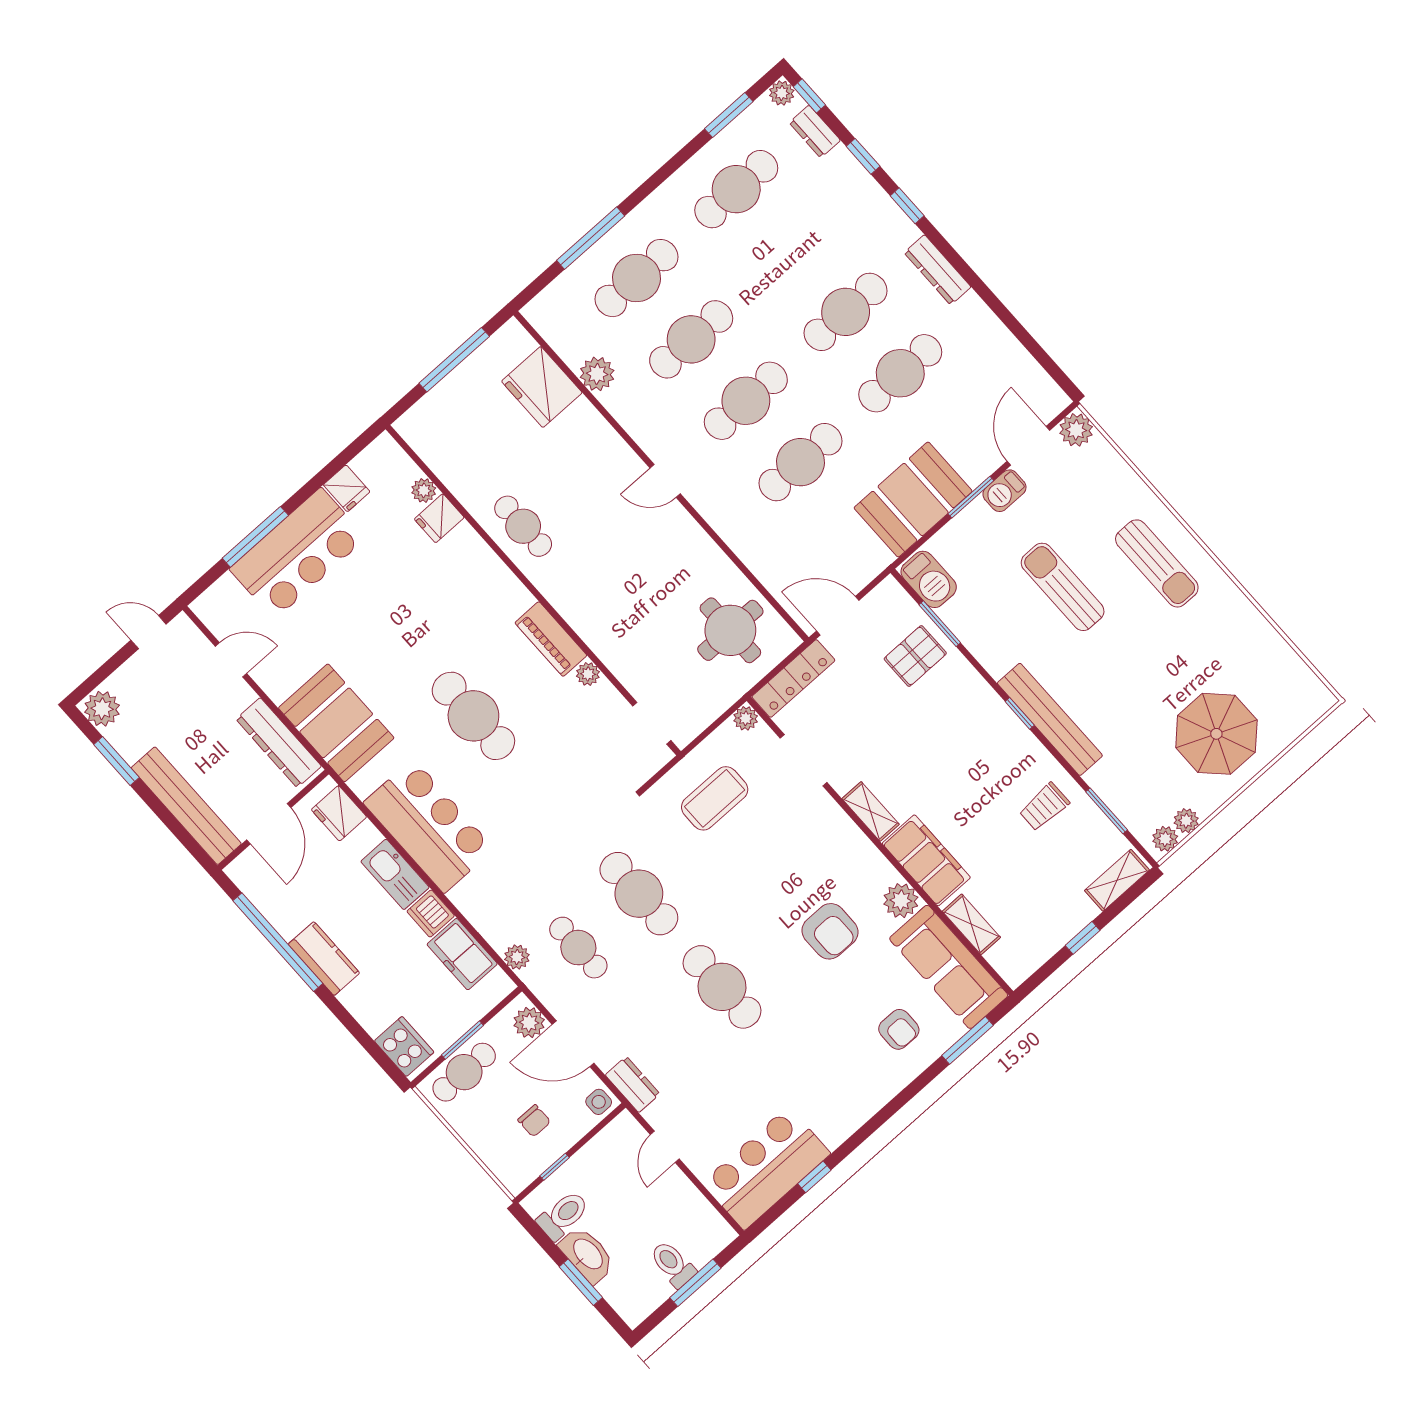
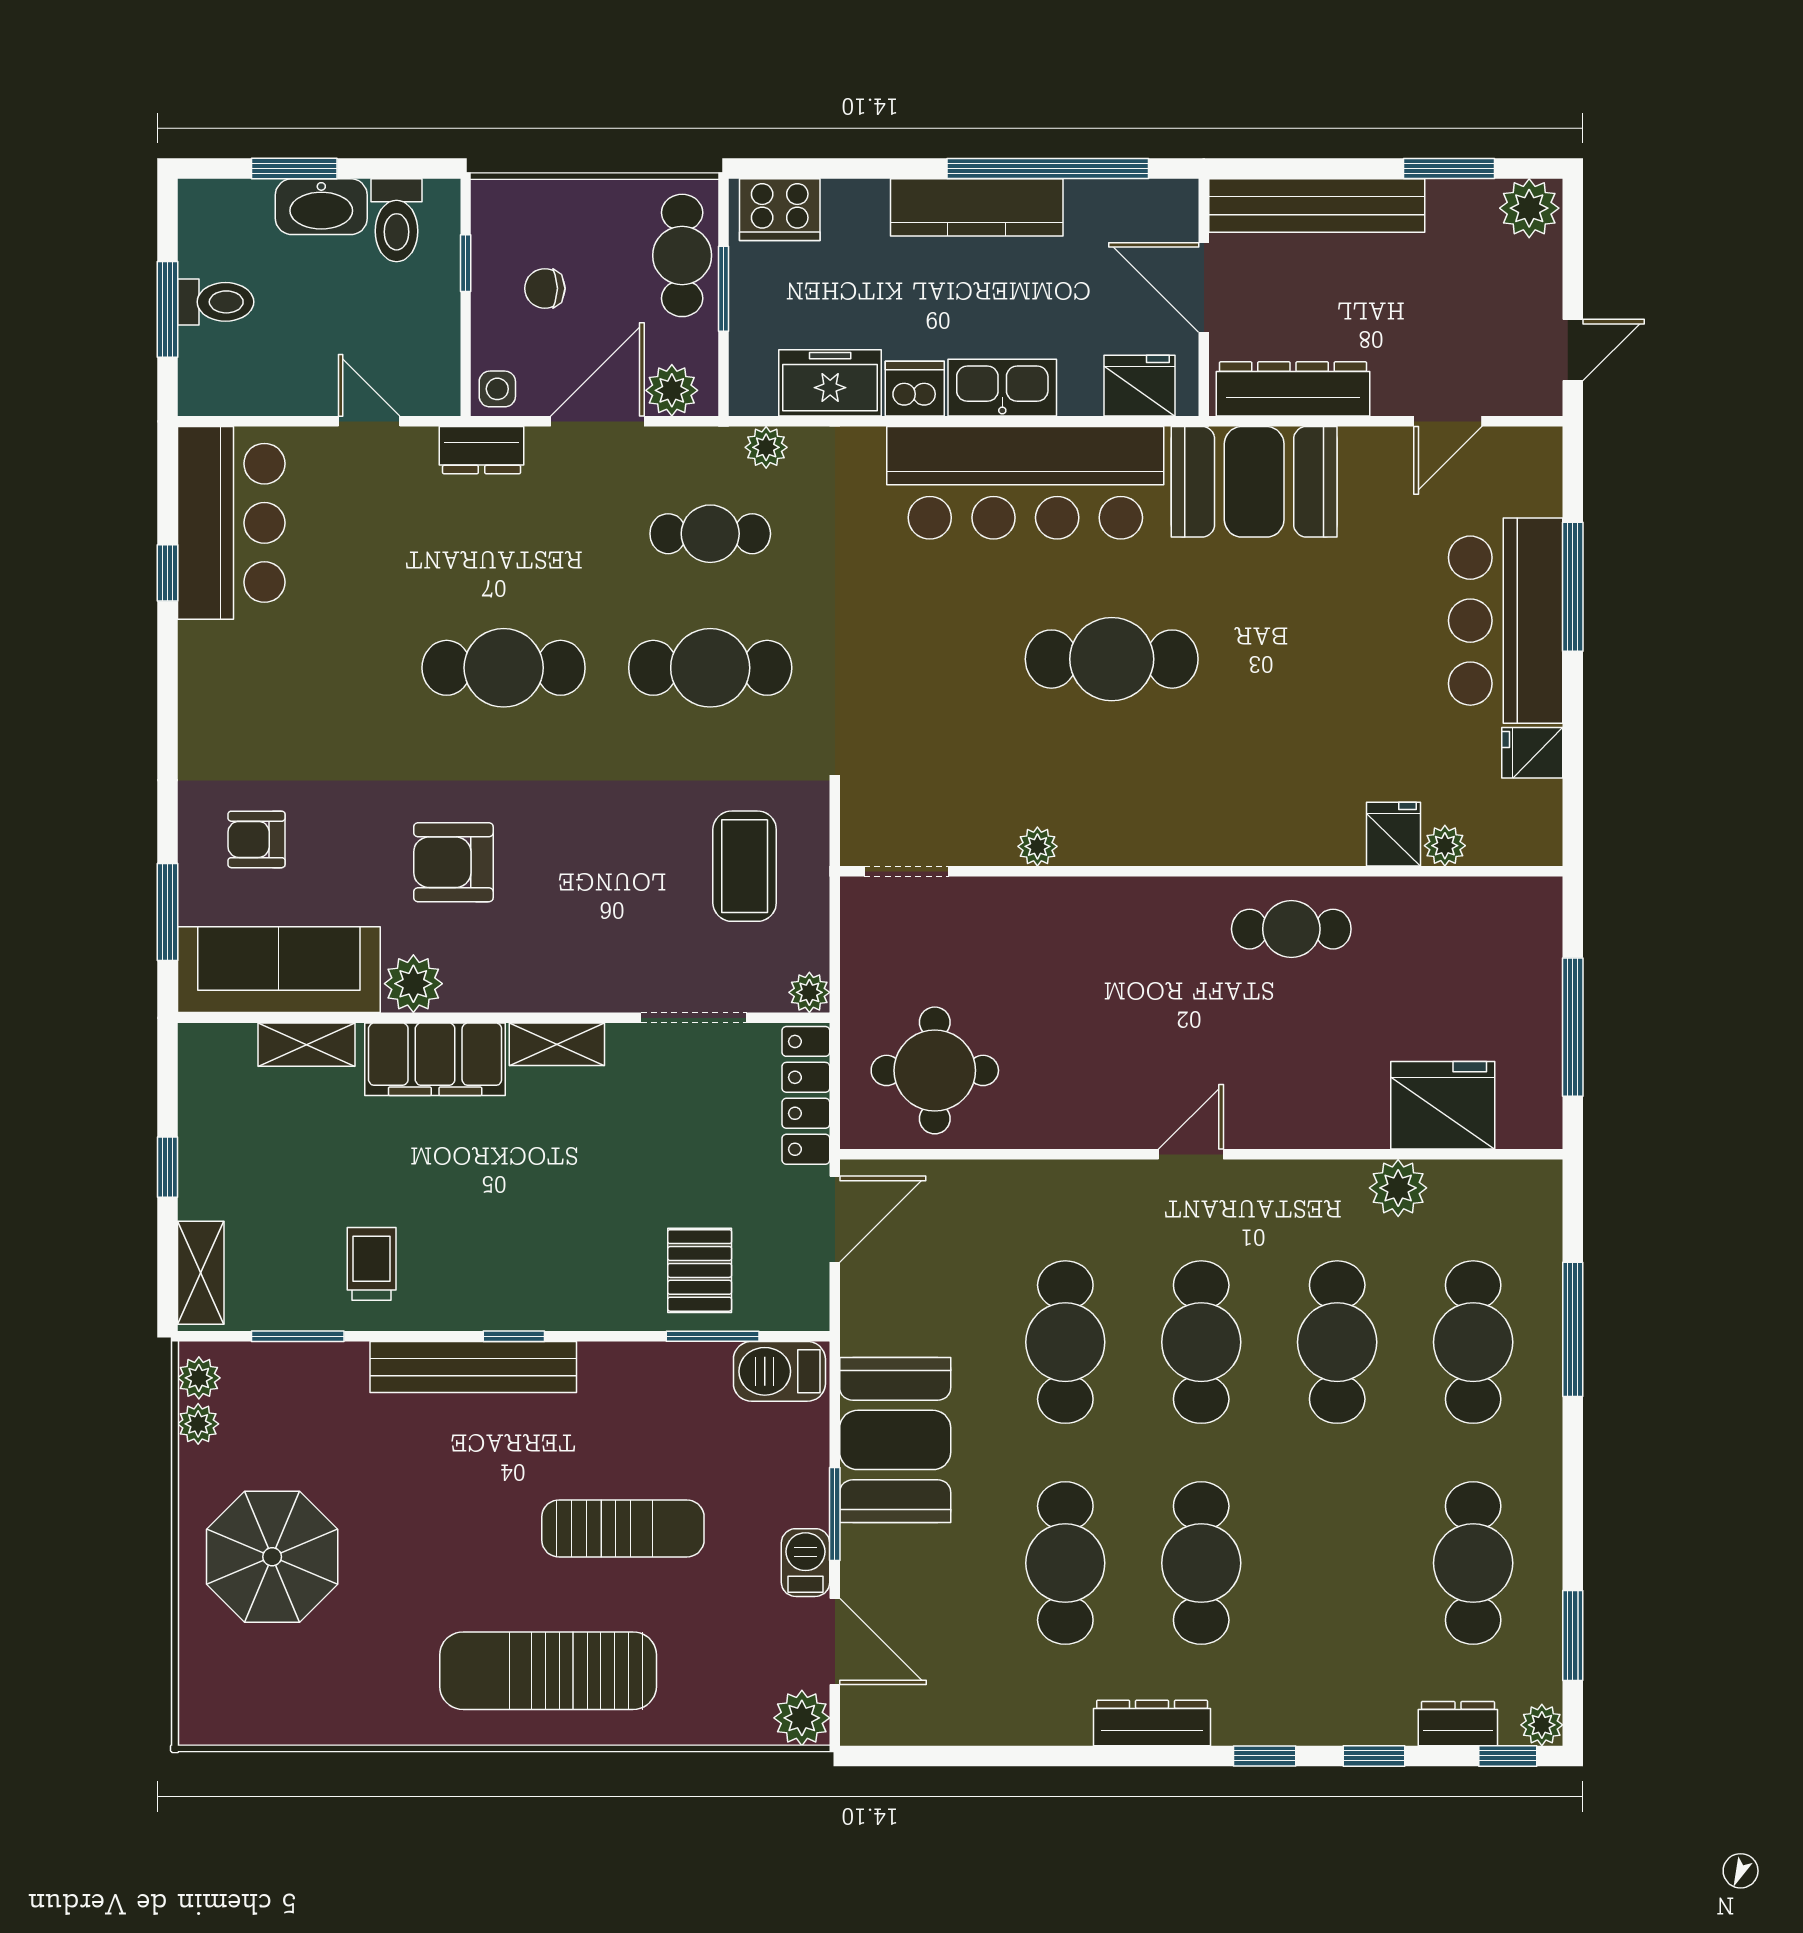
sun lounger: (1157, 563) -> (548, 1671), width x1.36, depth x1.34
piano: (551, 639) -> (1121, 839), removed
bar counter: (429, 826) -> (1025, 483), width x1.36
kitchen counter: (324, 959) -> (977, 207), width x1.50

